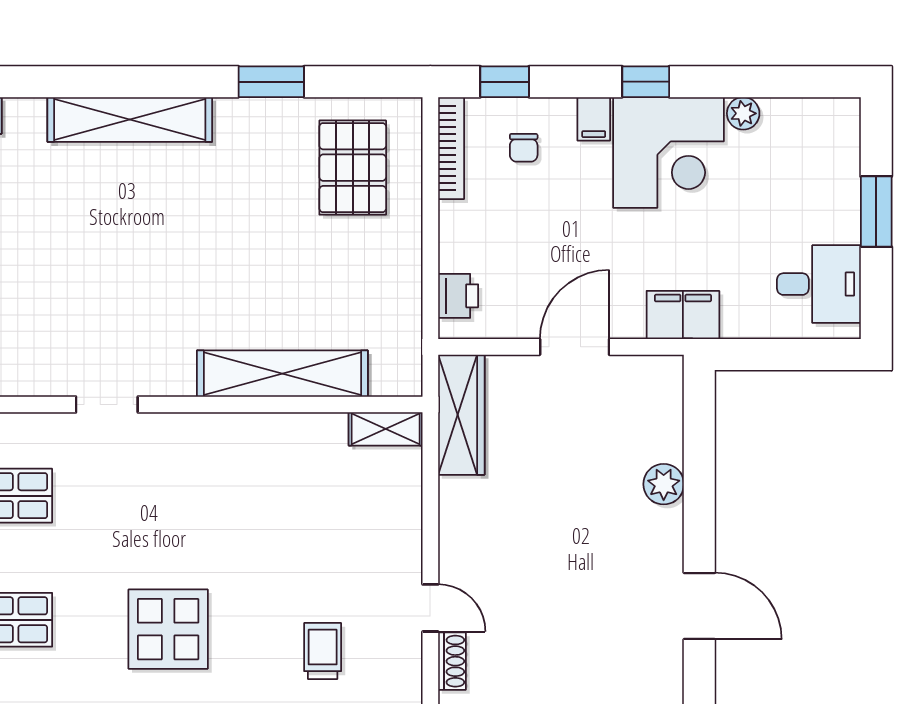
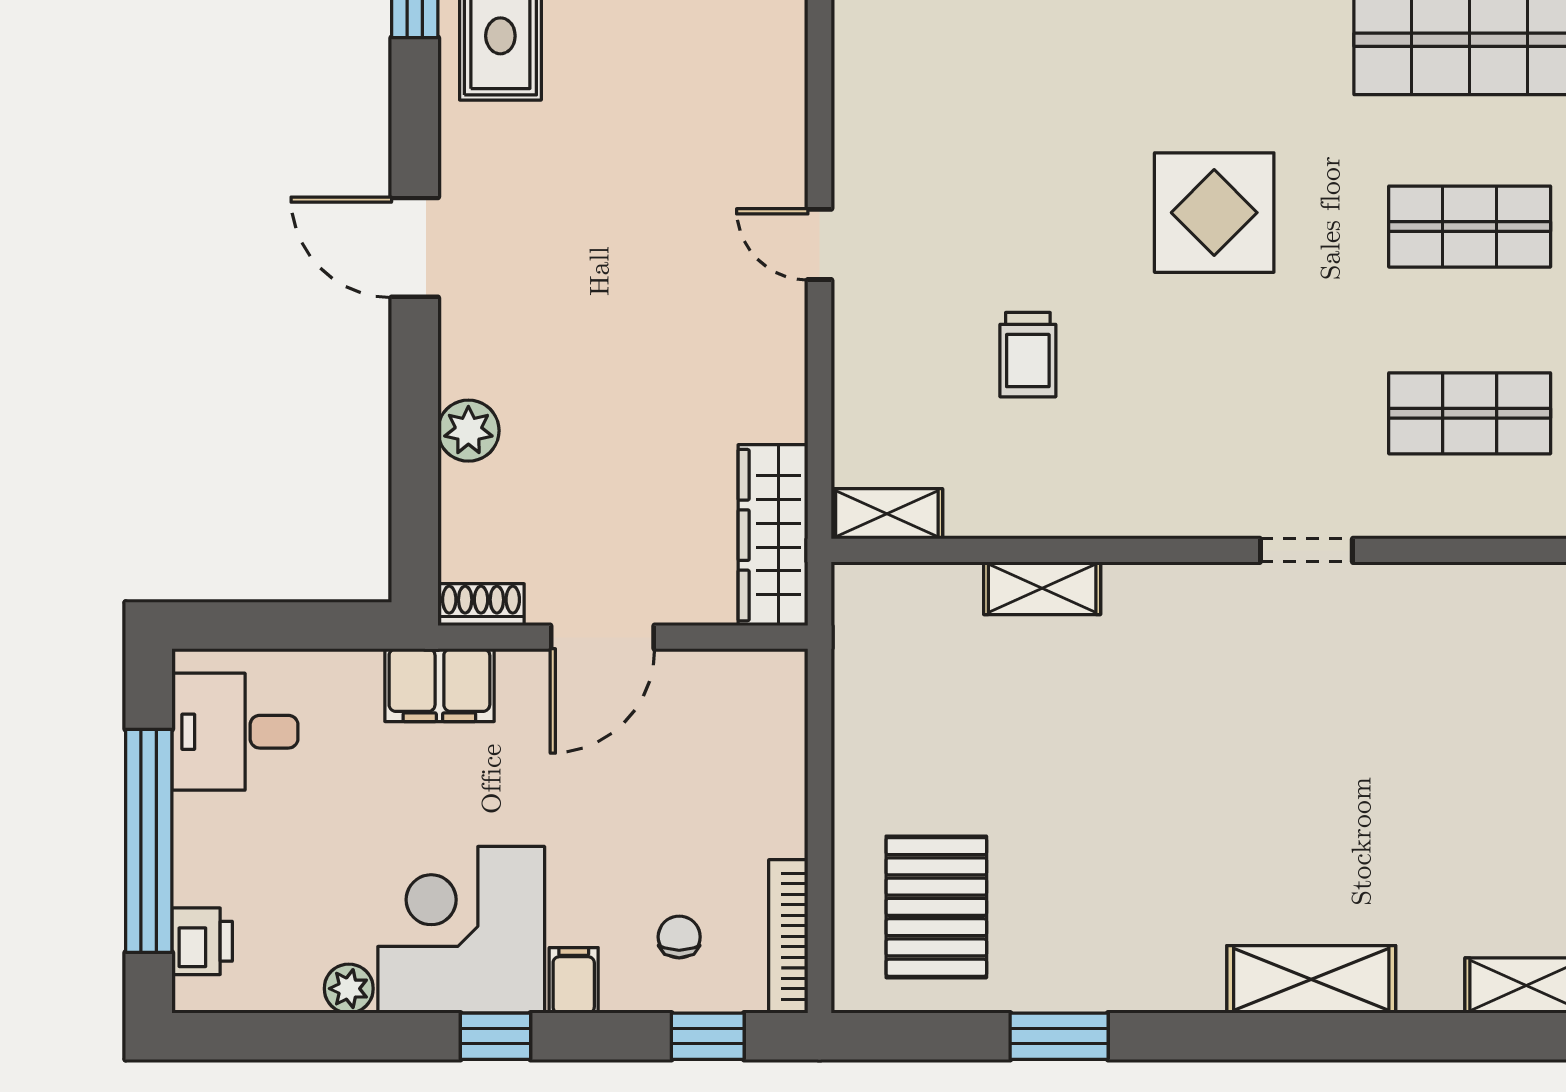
shelving: (130, 120) -> (1311, 979), width x0.68
window: (876, 212) -> (149, 841), width x2.11
printer: (458, 296) -> (202, 941), moved, turned 180
shelving: (282, 374) -> (1042, 588), width x0.45, depth x0.75
trolley: (323, 651) -> (1028, 355), moved
shoe rack: (452, 661) -> (481, 605), moved, turned 90

